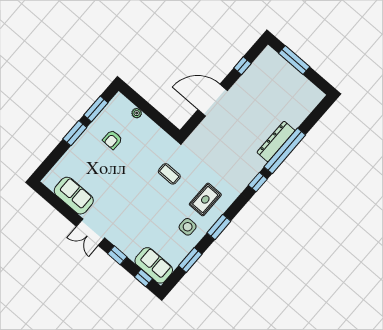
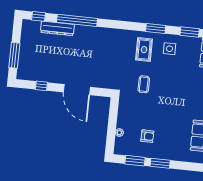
dresser: (276, 141) -> (57, 28), moved
window: (258, 182) -> (39, 16), moved
rug: (205, 199) -> (144, 50), turned 90

